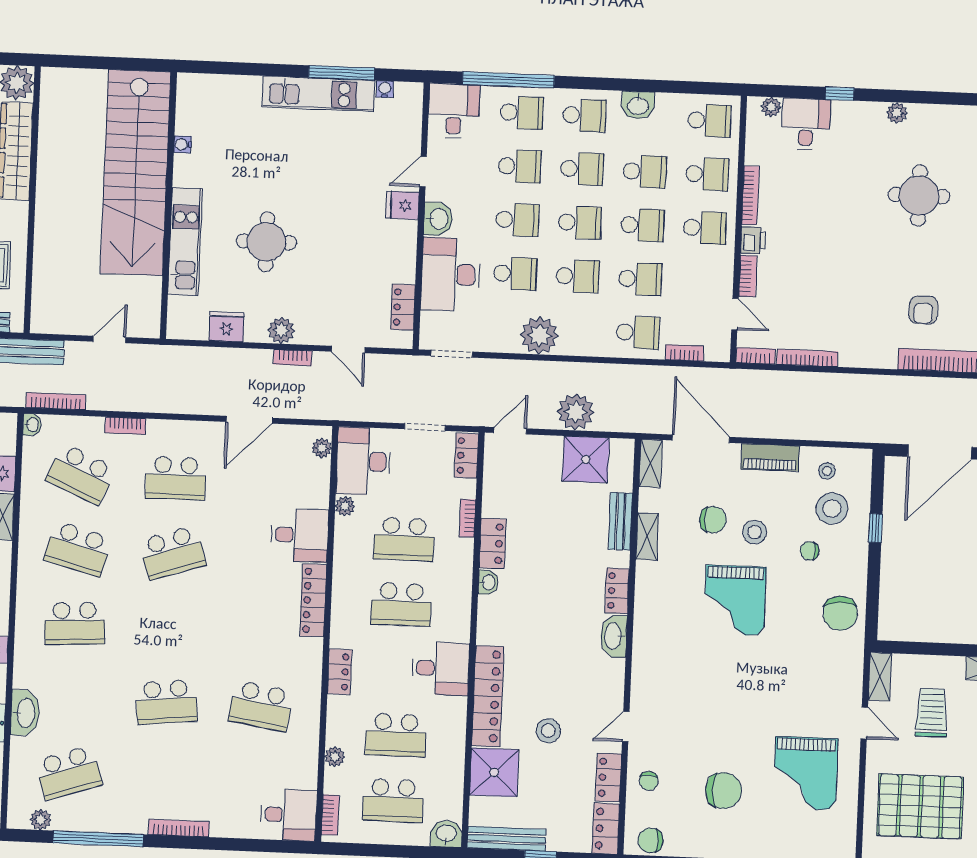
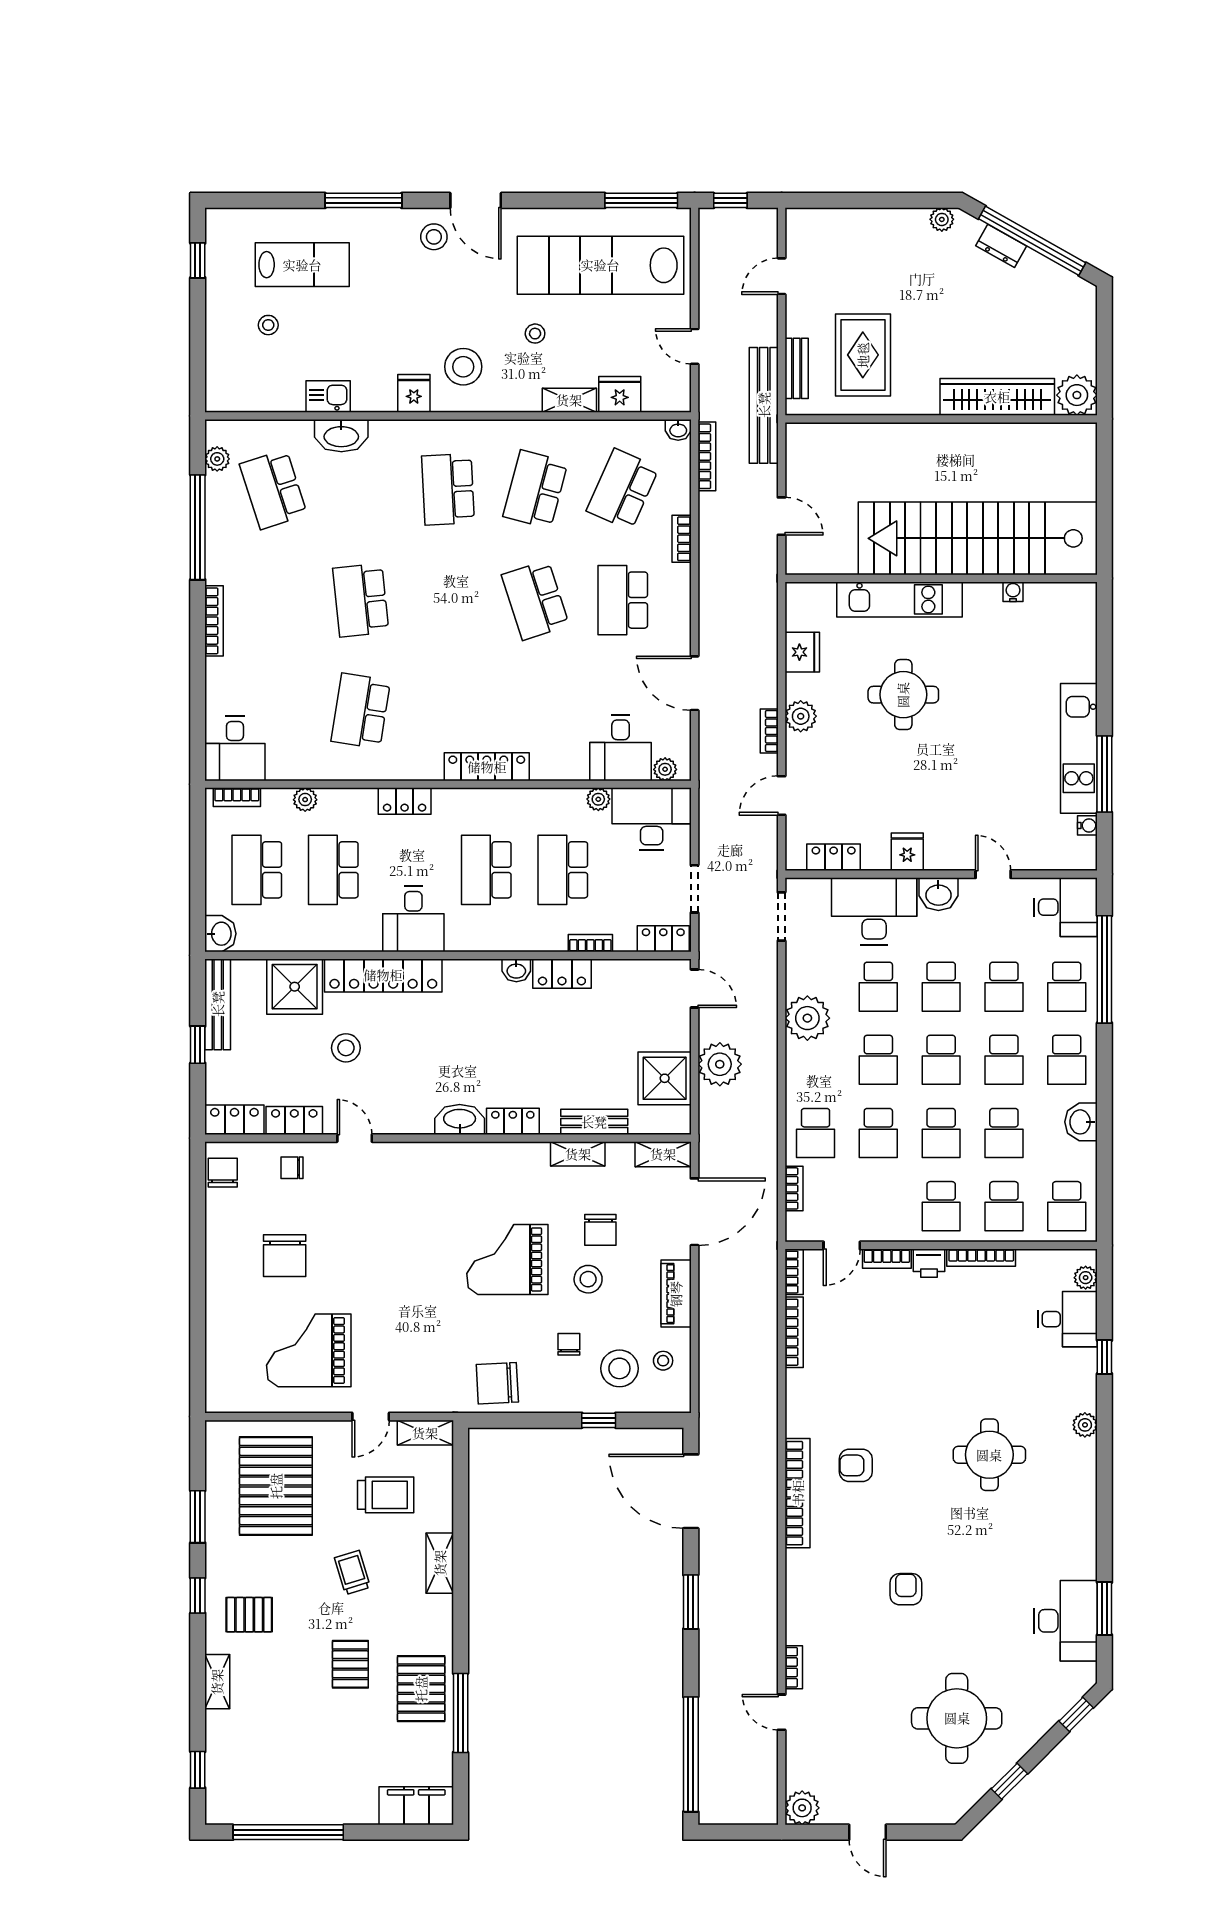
fridge: (402, 205) -> (907, 852), moved
desk: (300, 535) -> (621, 748), moved

